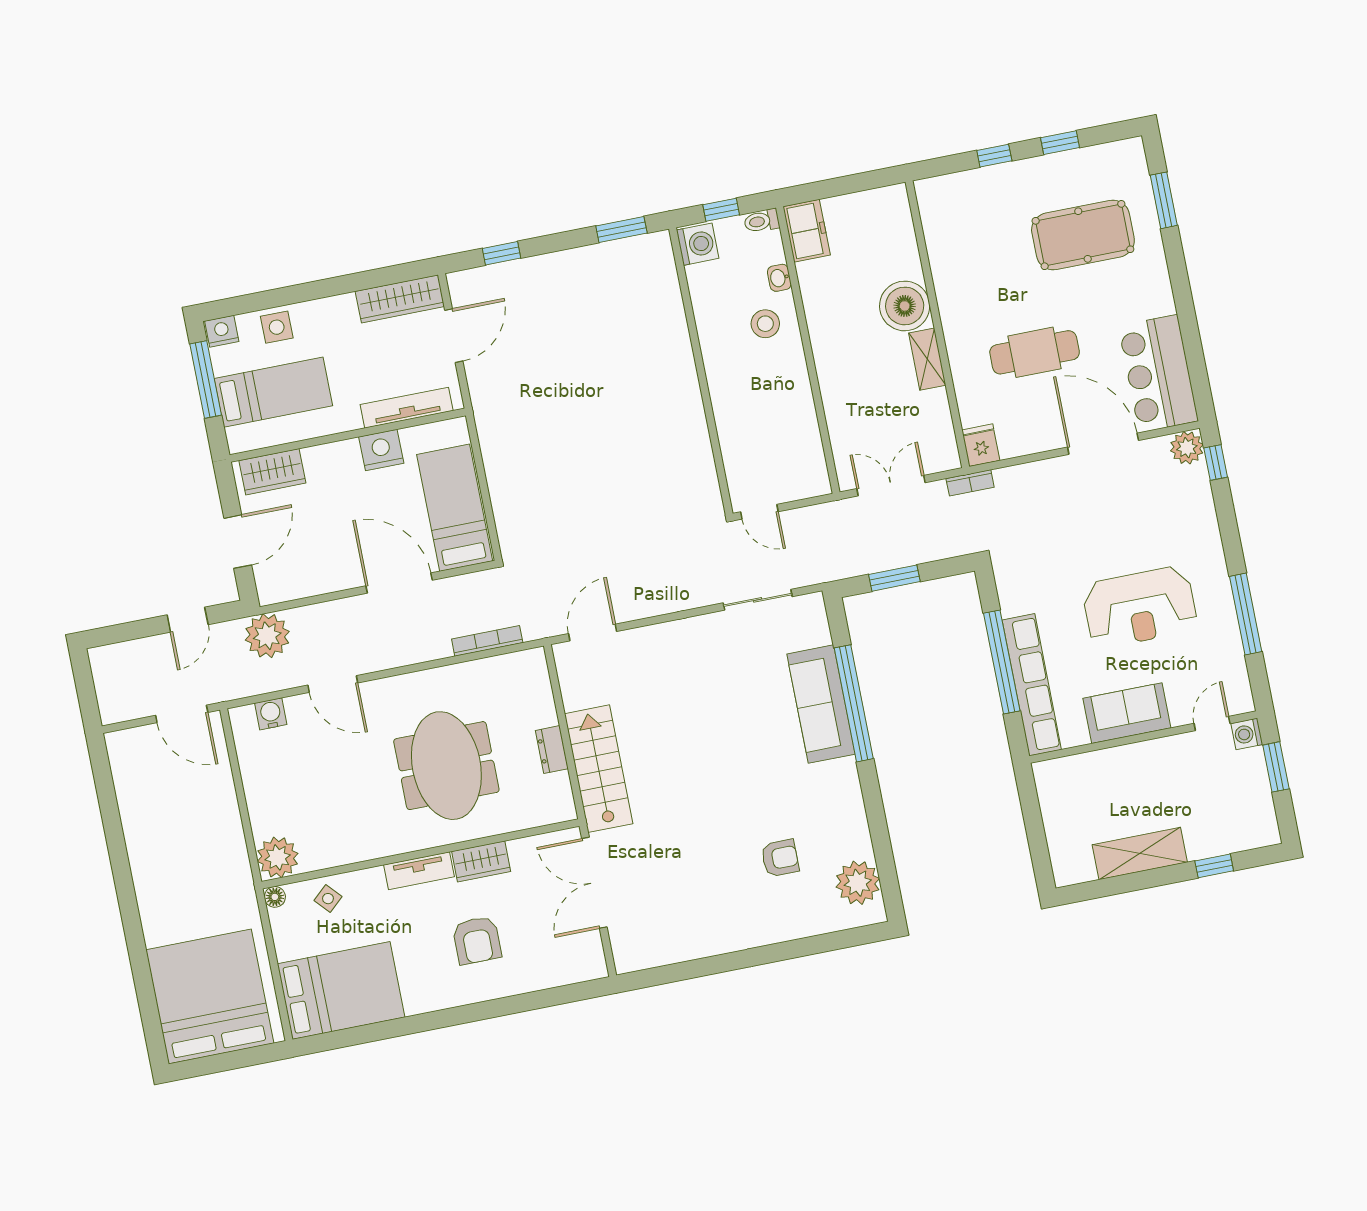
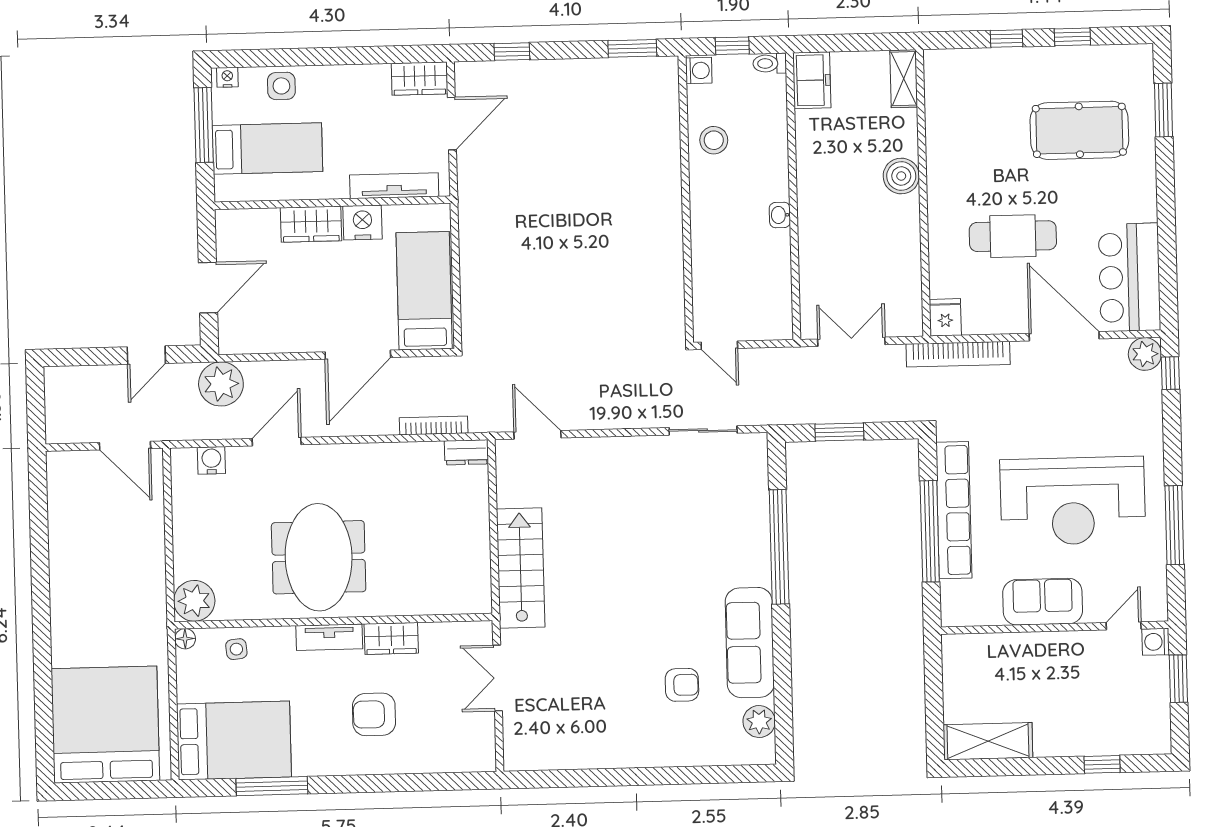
washing machine: (698, 244) -> (699, 71), width x0.73, depth x0.73
washbasin: (779, 278) -> (780, 215), moved
wardrobe: (400, 299) -> (420, 79), width x0.67
boiler: (905, 306) -> (901, 176), width x0.73, depth x0.73
stool: (765, 324) -> (714, 140), moved
nightstand: (222, 331) -> (227, 77), width x0.72, depth x0.74
shelving: (927, 359) -> (904, 79), moved
wardrobe: (272, 472) -> (311, 224), moved
bookcase: (970, 483) -> (958, 354), width x2.31, depth x1.31
door: (399, 583) -> (358, 355), swing flipped
reception desk: (1140, 607) -> (1073, 501), width x1.36, depth x1.30
door: (593, 633) -> (537, 435), hinge flipped
door: (333, 684) -> (277, 442), swing flipped
row of seats: (1032, 685) -> (954, 510), moved
sofa: (821, 704) -> (750, 643), moved
dresser: (552, 750) -> (466, 452), moved, turned -90
meeting table: (446, 766) -> (319, 557), moved
shelving: (1140, 853) -> (988, 741), moved
double door: (594, 883) -> (498, 678), width x0.73
plant: (858, 883) -> (759, 722), width x0.73, depth x0.73
side table: (328, 899) -> (236, 649), turned 36
armchair: (477, 940) -> (374, 714), turned 90
window: (387, 1030) -> (272, 786), added

